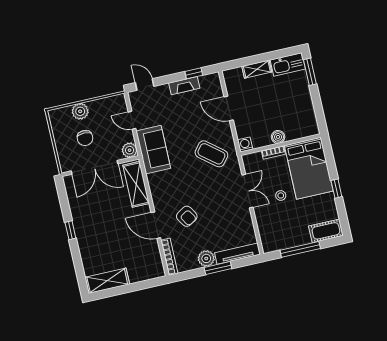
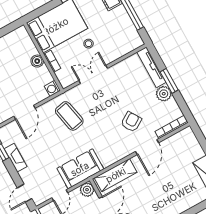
coffee table: (211, 154) -> (69, 116), turned -51

